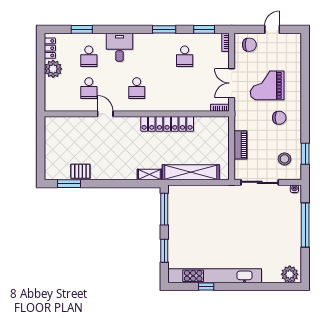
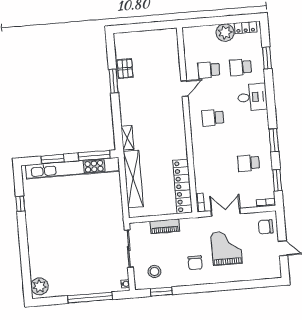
chair: (249, 45) -> (266, 227), turned 90
locker: (167, 124) -> (183, 186), moved
window: (69, 184) -> (114, 81), moved
kitchen unit: (215, 276) -> (73, 168), moved, turned 90

